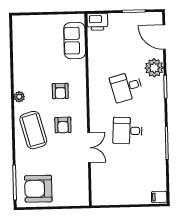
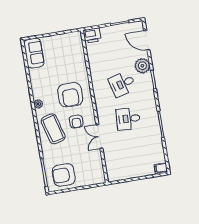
sofa: (75, 41) -> (34, 53), moved, turned 180
armchair: (60, 91) -> (70, 95), width x1.88, depth x1.88
double door: (89, 148) -> (99, 137), swing flipped

